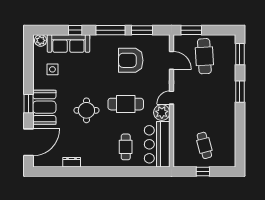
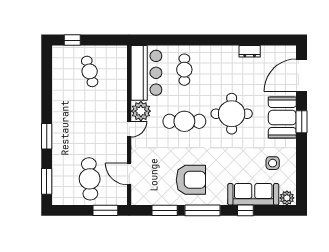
armchair: (131, 60) -> (191, 180), moved
round table: (86, 110) -> (232, 114), width x1.36, depth x1.36
window: (203, 172) -> (72, 40), moved

